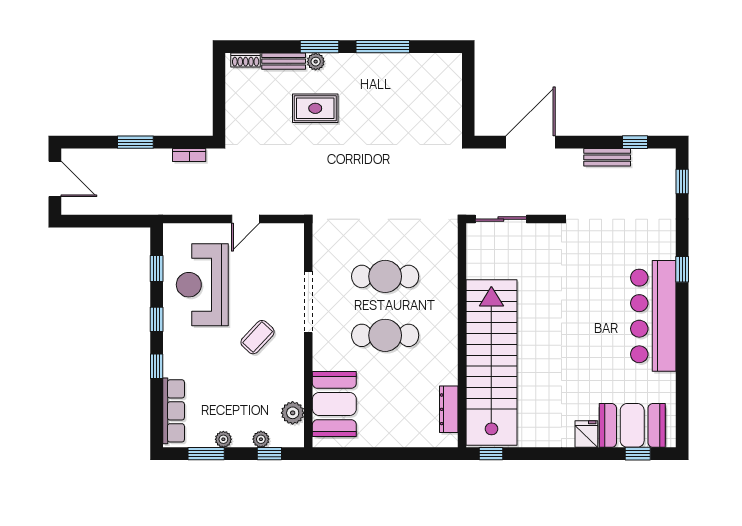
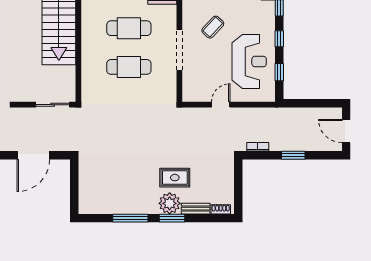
plant: (316, 62) -> (170, 203), width x1.88, depth x1.88

